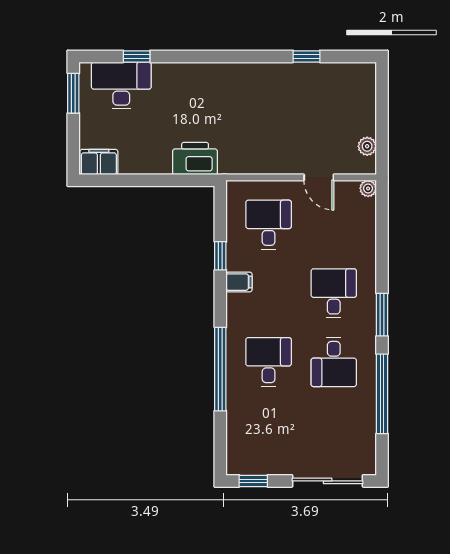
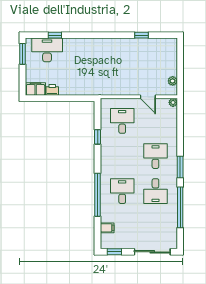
printer: (195, 159) -> (52, 90), moved, width x0.53, depth x0.68
filing cabinet: (239, 282) -> (107, 228), moved

